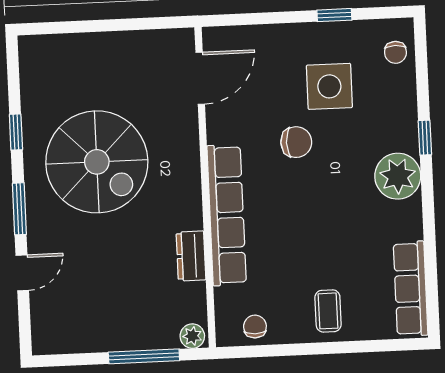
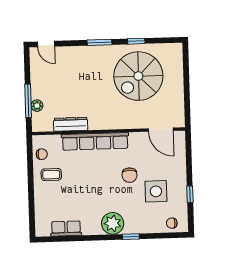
spiral stairs: (97, 162) -> (138, 76), moved
dresser: (191, 256) -> (71, 124), width x1.44
door: (22, 273) -> (46, 44), moved
row of seats: (411, 289) -> (66, 229), width x0.68
coffee table: (328, 311) -> (51, 175), moved
plant: (192, 336) -> (37, 106), moved

